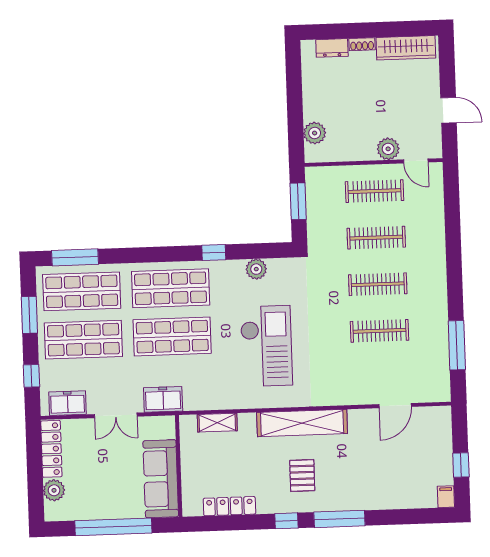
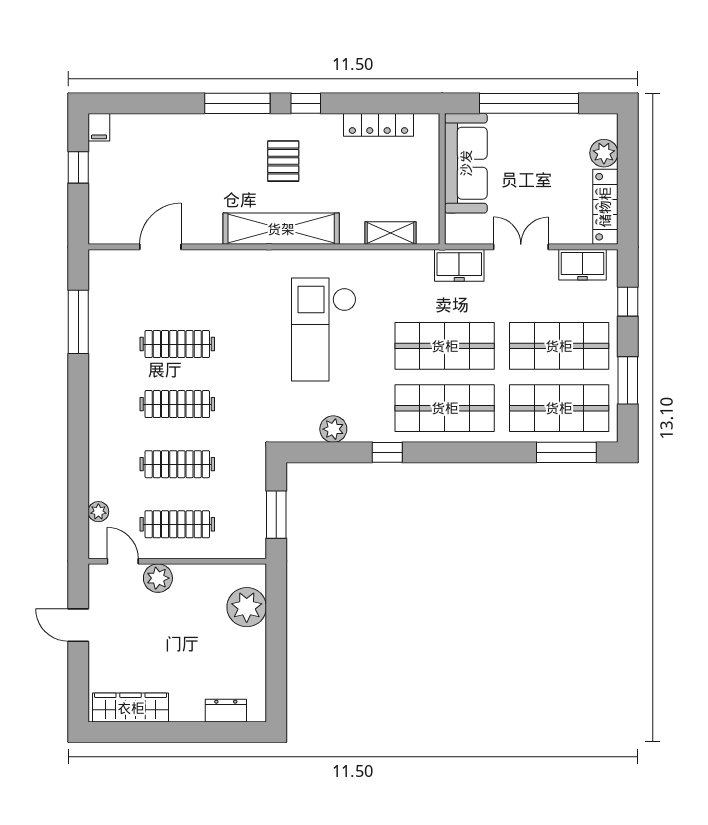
shoe rack: (362, 44) -> (187, 714), removed
plant: (315, 133) -> (247, 607), width x1.36, depth x1.36
plant: (436, 199) -> (98, 512), added

